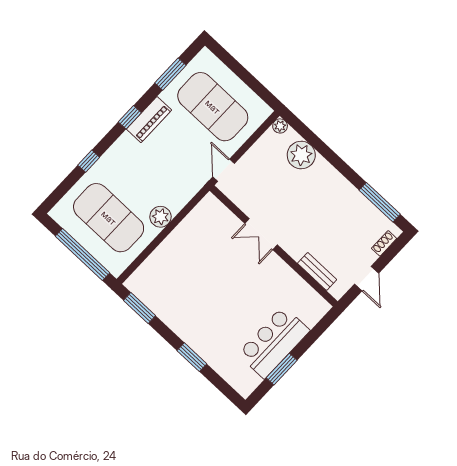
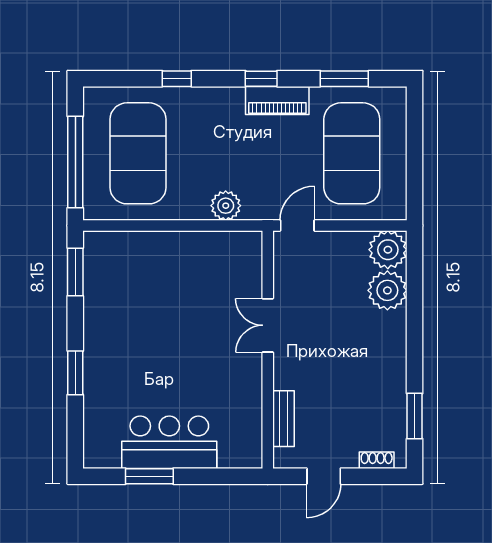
plant: (280, 126) -> (388, 250), width x1.88, depth x1.88
window: (380, 202) -> (415, 416), width x0.69
plant: (160, 217) -> (226, 206), moved

